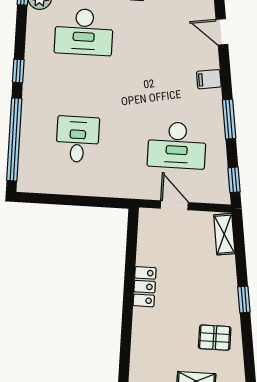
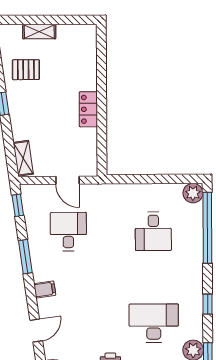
door: (222, 32) -> (36, 331), hinge flipped
window: (18, 71) -> (208, 304), moved
desk: (177, 145) -> (68, 232), width x0.73
plant: (28, 181) -> (193, 193), added

